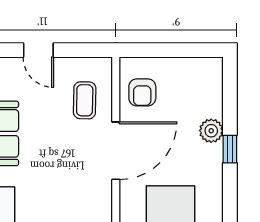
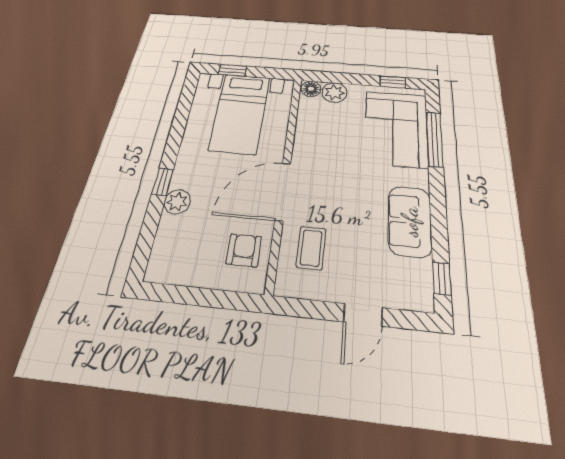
door: (38, 50) -> (363, 315), swing flipped

